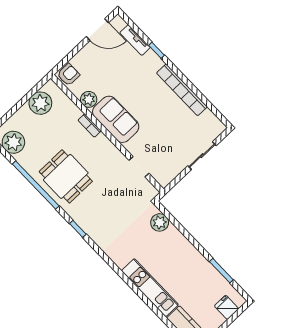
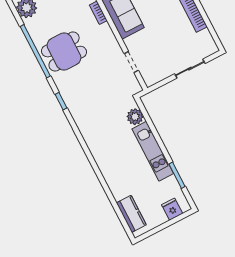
dining table: (66, 176) -> (64, 52), turned 90
kitchen unit: (150, 288) -> (153, 151), moved, turned 180

